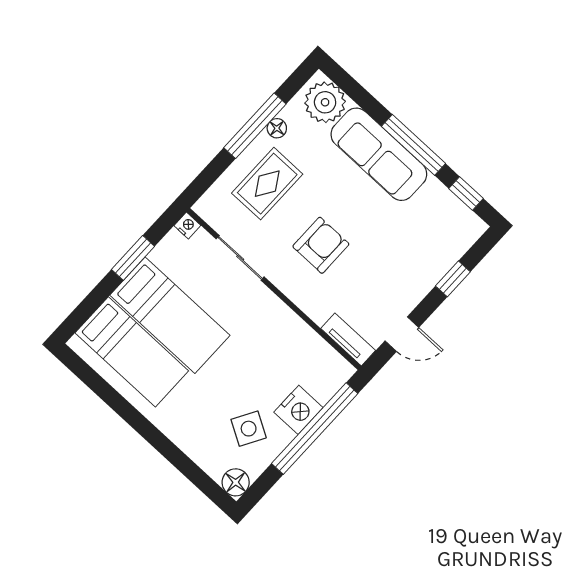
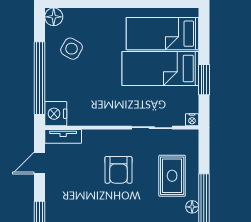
nightstand: (298, 410) -> (56, 114), moved

